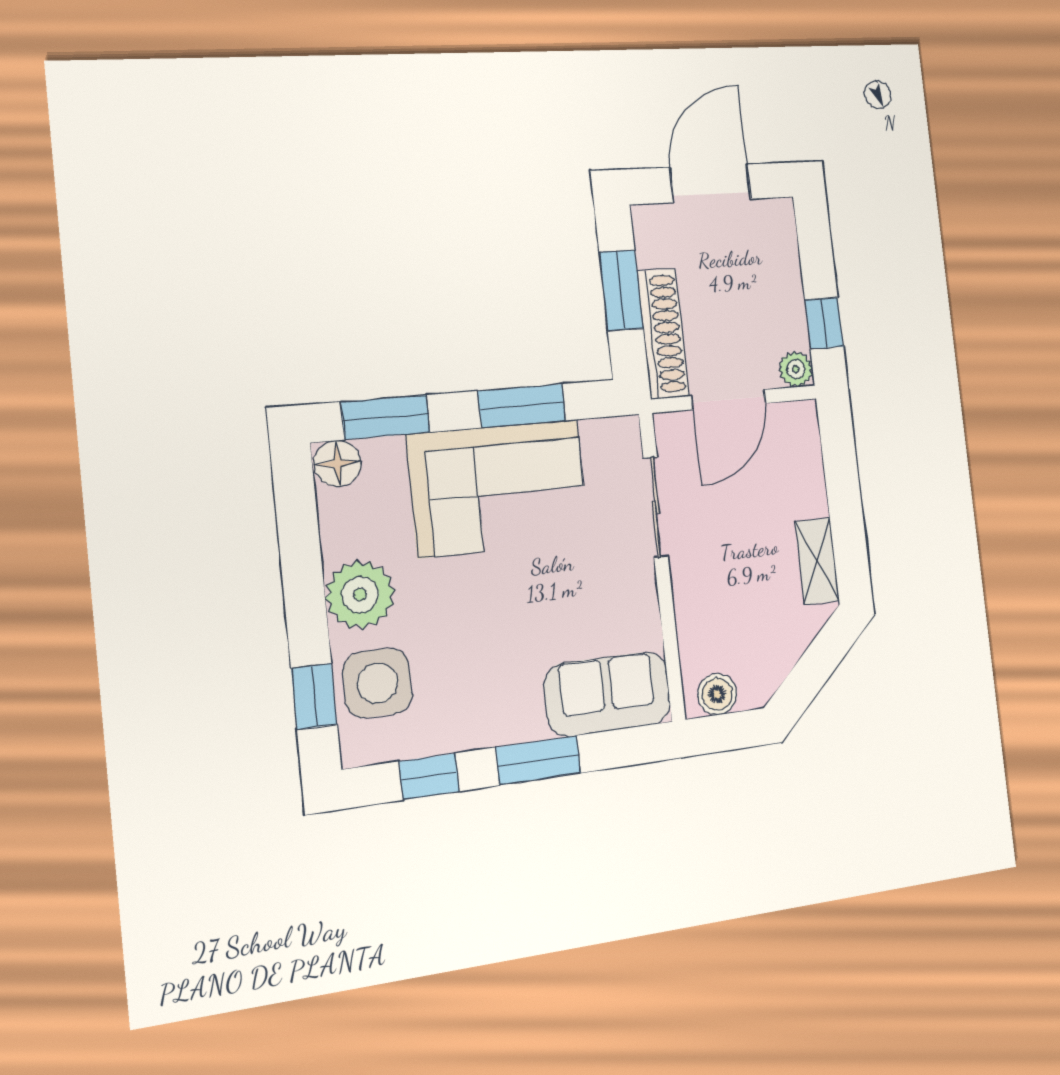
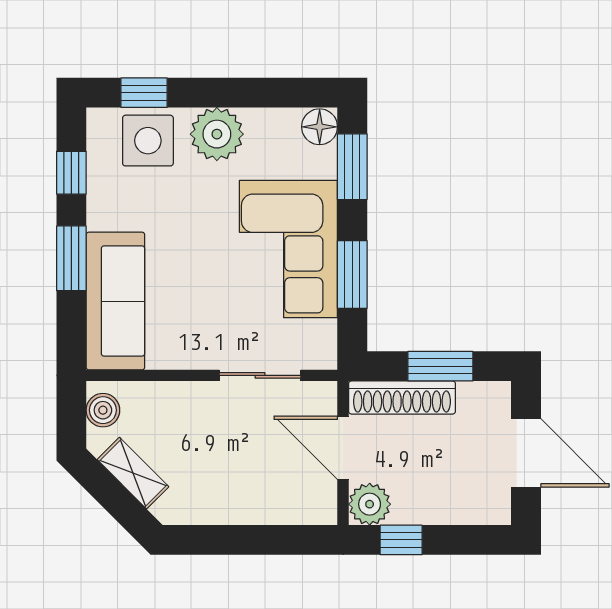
plant: (796, 369) -> (370, 504), width x1.38, depth x1.38
shelving: (817, 561) -> (133, 473), moved, turned 45
sofa: (608, 694) -> (115, 301), width x1.36

